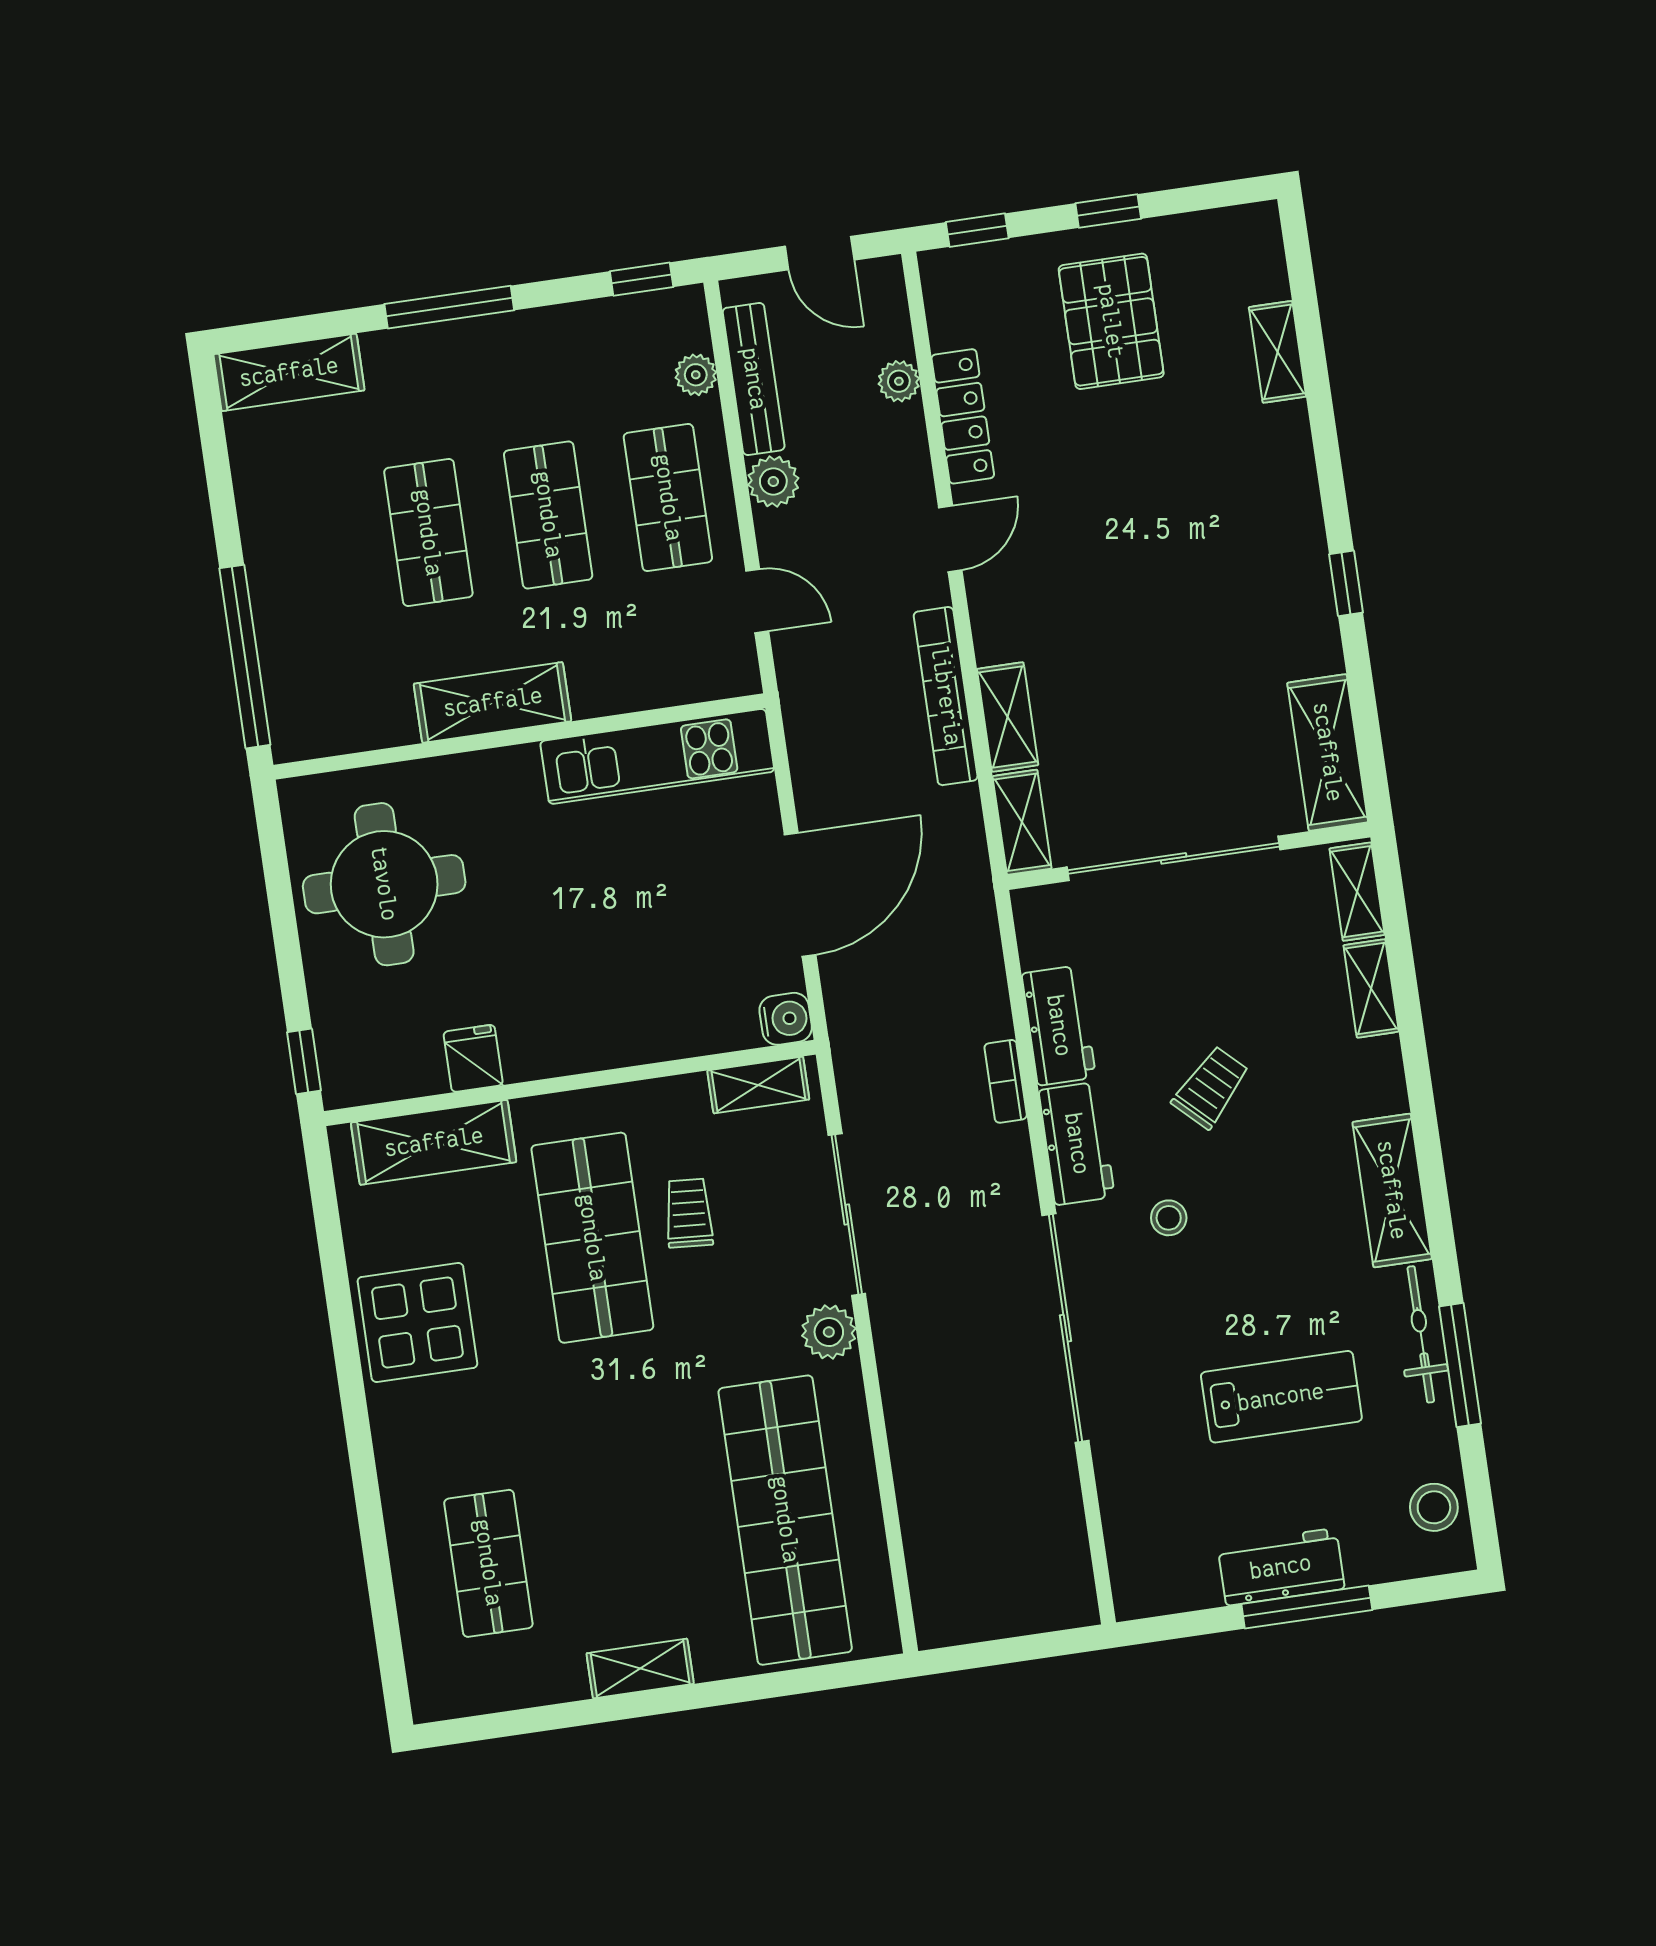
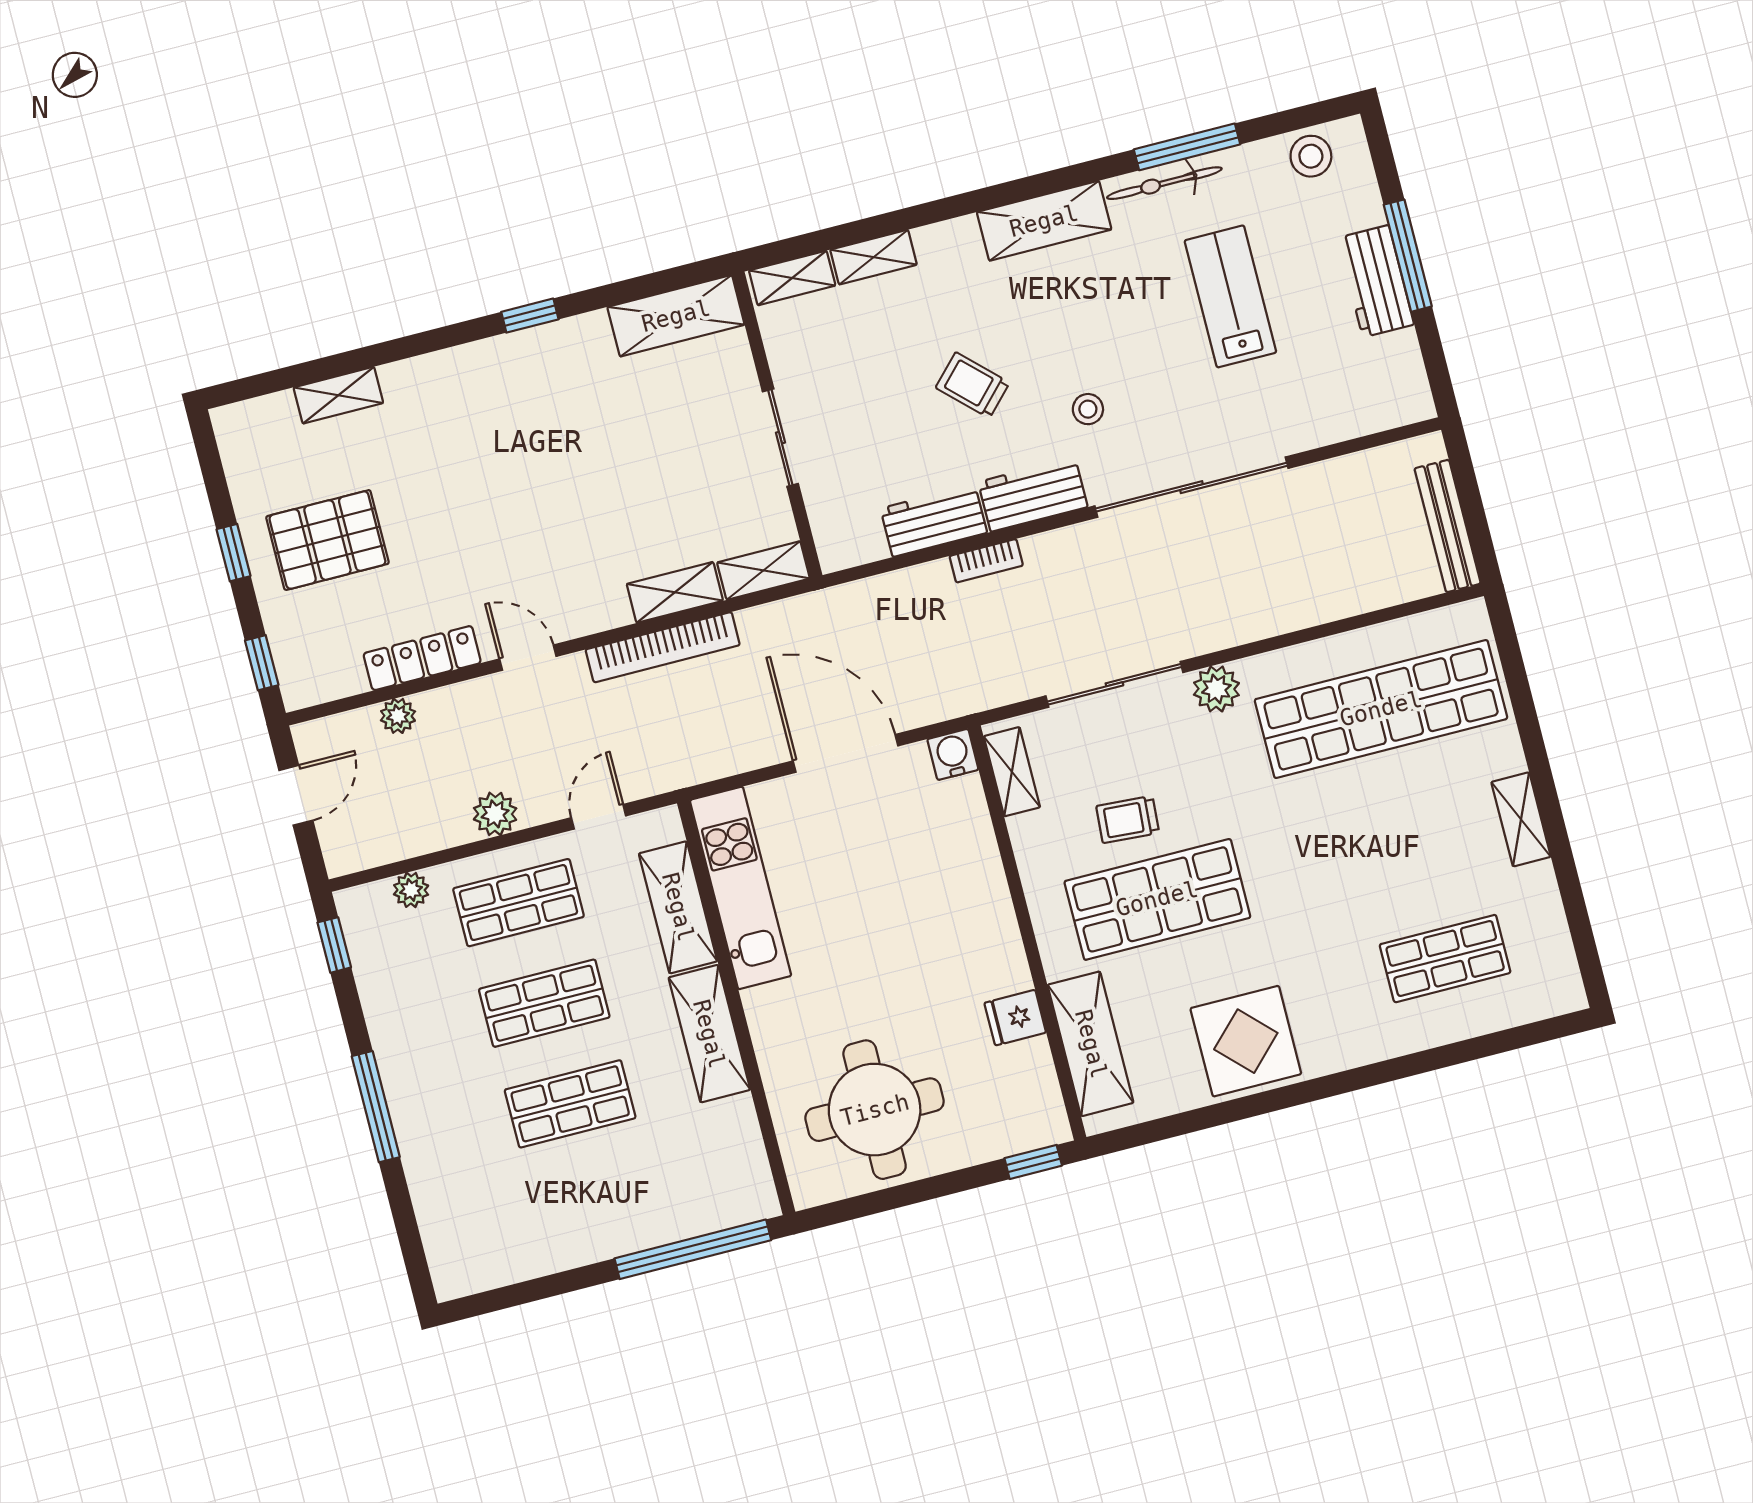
shelving: (289, 372) -> (678, 907), moved
bench: (754, 379) -> (1448, 526), moved, turned 90
sliding door: (1174, 858) -> (780, 438), width x0.54

